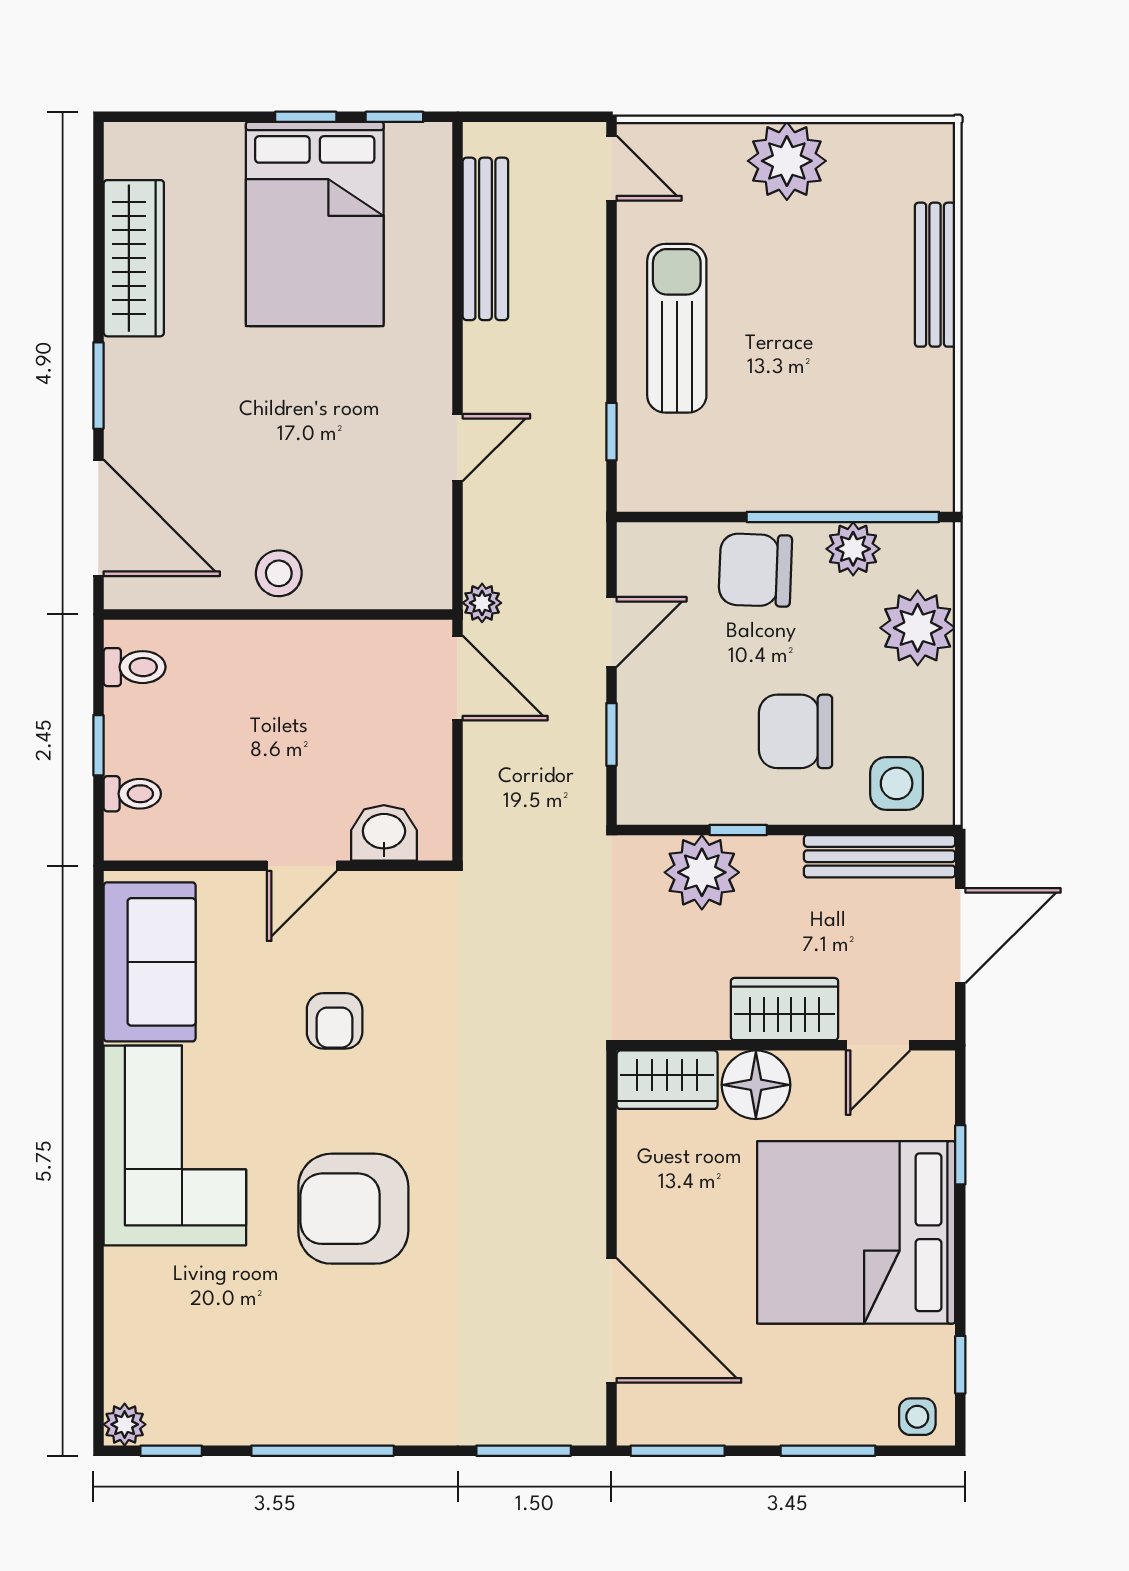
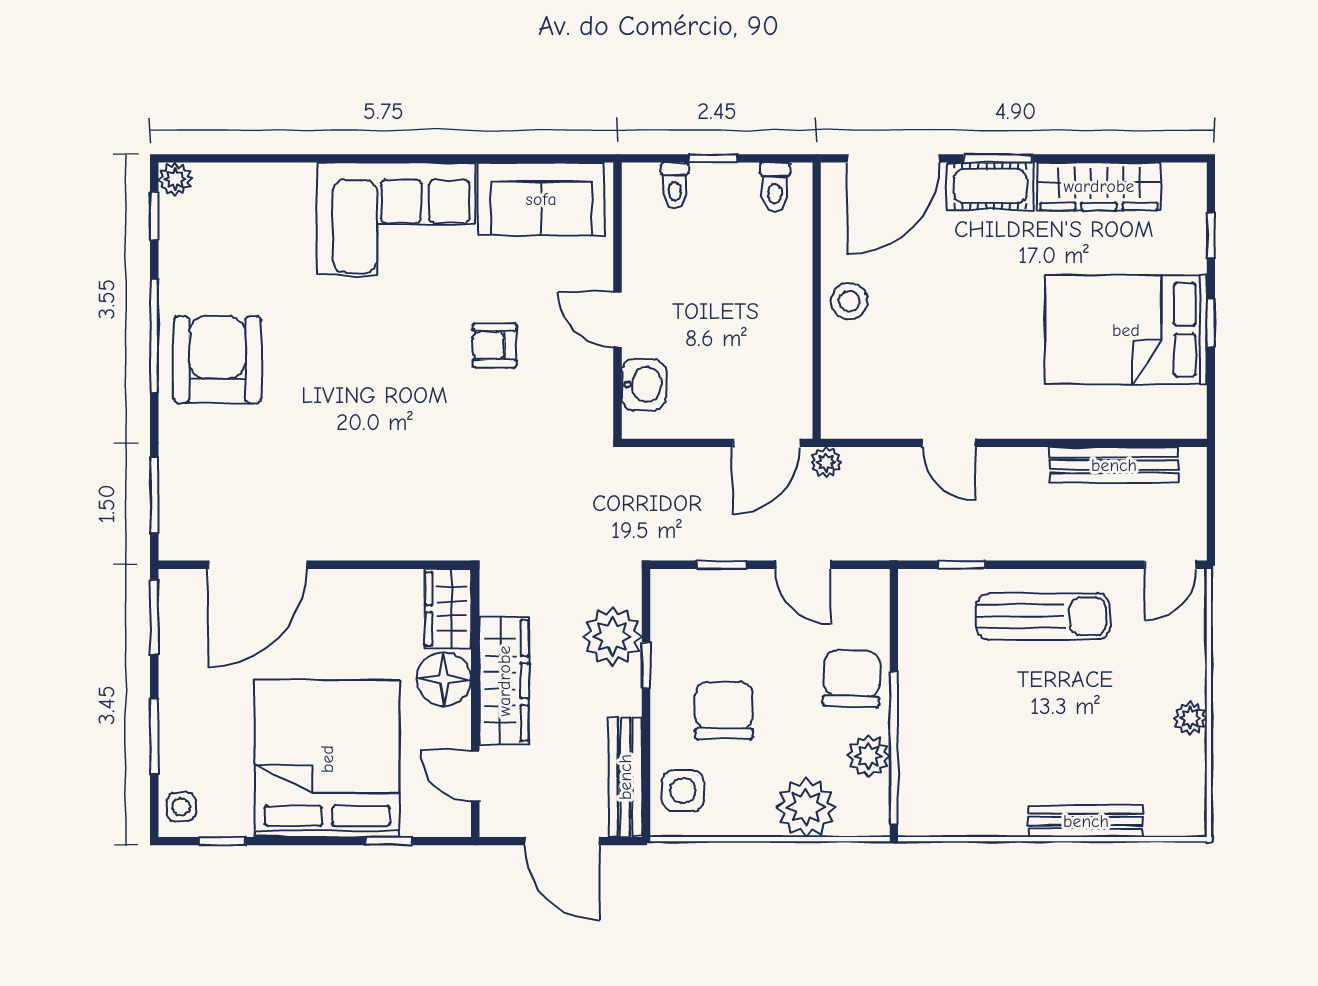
window: (394, 117) -> (1211, 235), moved
plant: (787, 161) -> (1190, 718), width x0.53, depth x0.53
cot: (133, 395) -> (990, 186), added
wardrobe: (784, 1009) -> (504, 681), width x1.50
armchair: (353, 1209) -> (217, 360), moved

